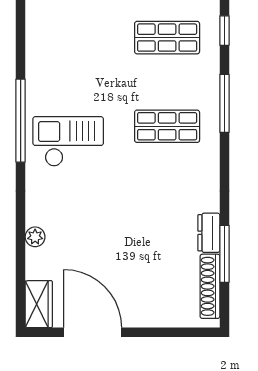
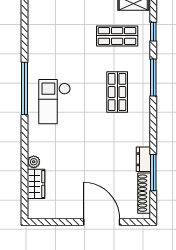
shop shelf: (167, 126) -> (117, 92), turned 90
checkout: (68, 141) -> (55, 102), turned -90
wardrobe: (39, 304) -> (36, 184), moved
door: (93, 332) -> (102, 222), moved

